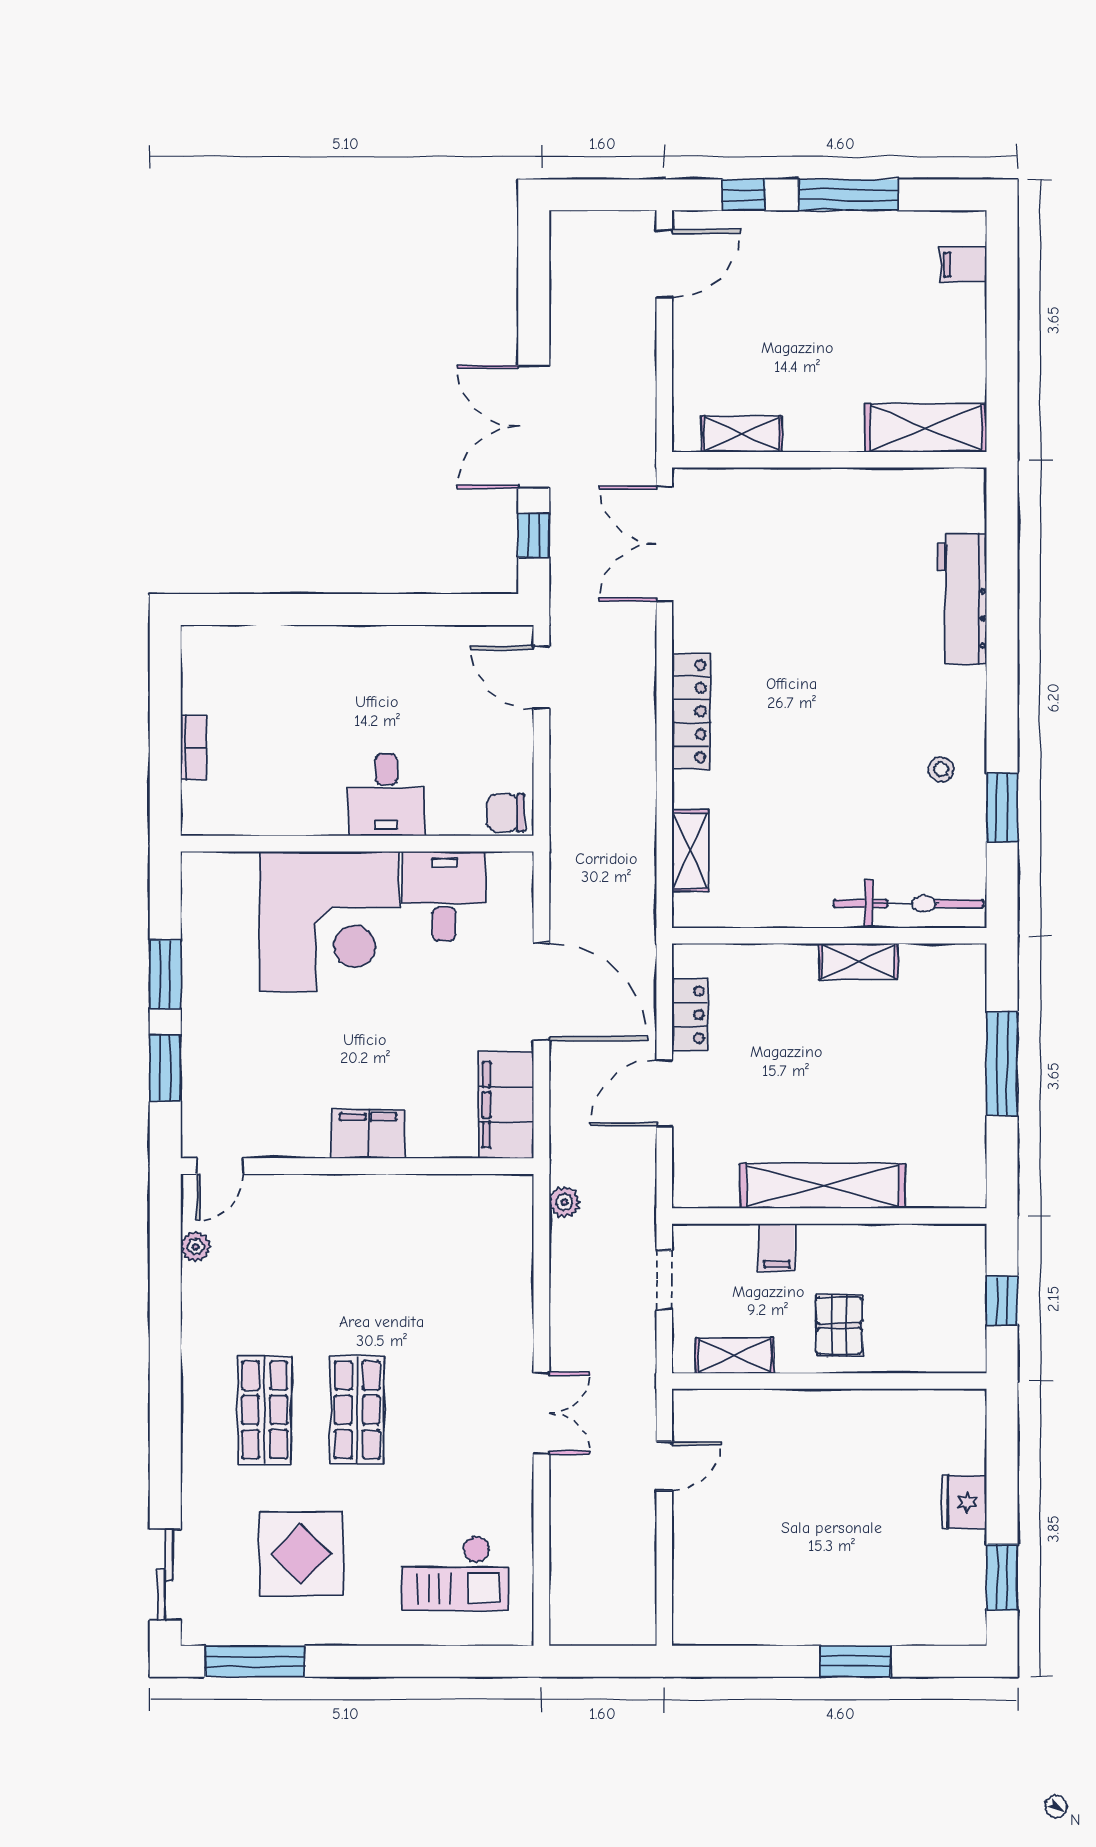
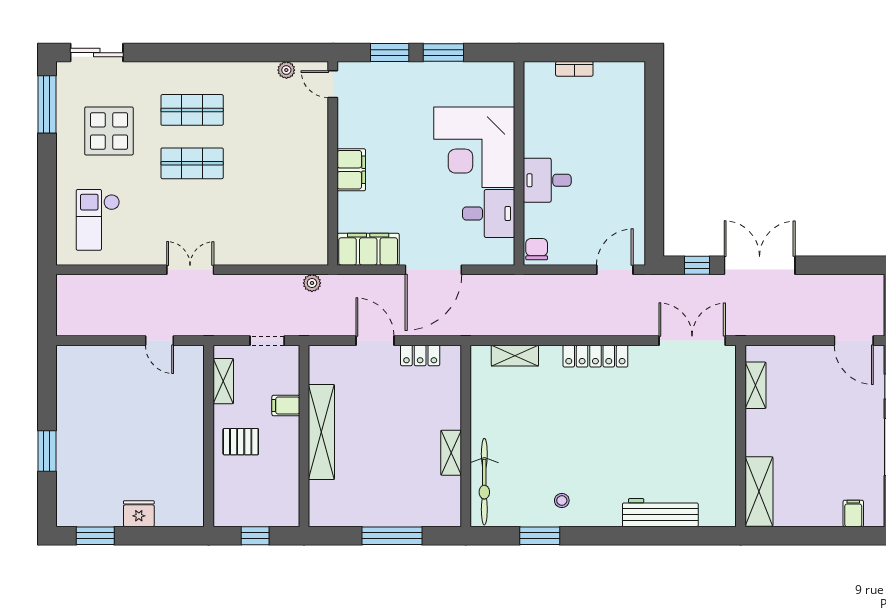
double door: (541, 1413) -> (190, 270), swing flipped

